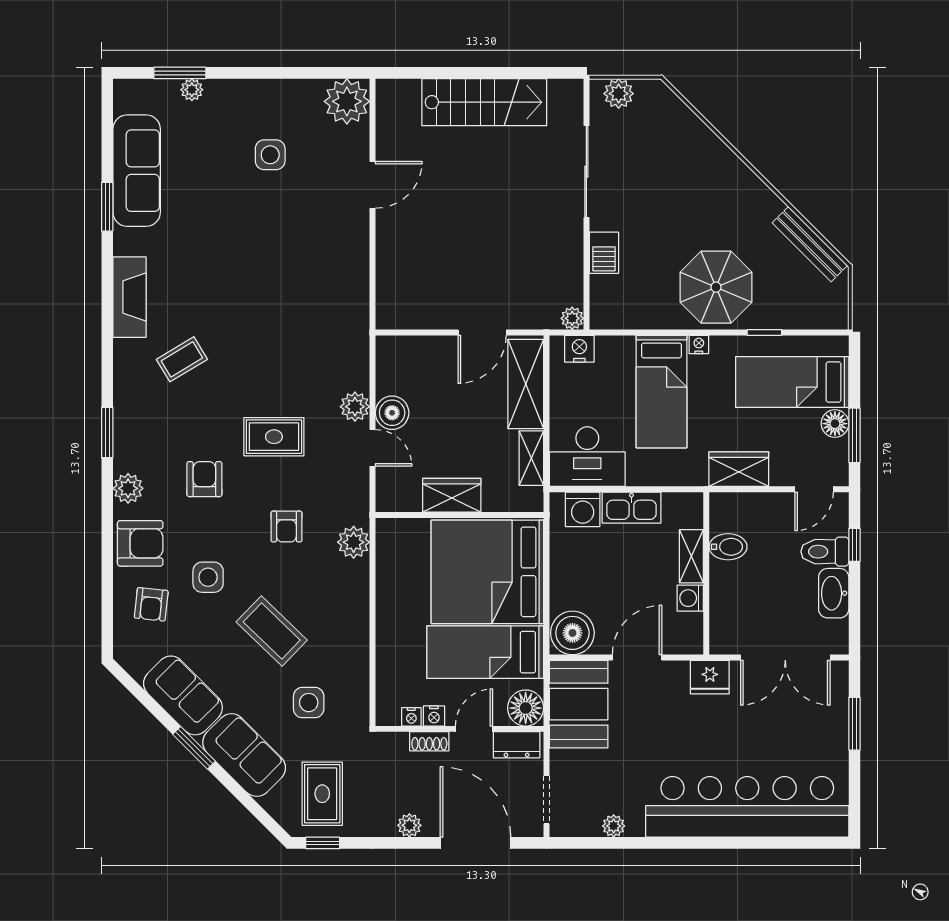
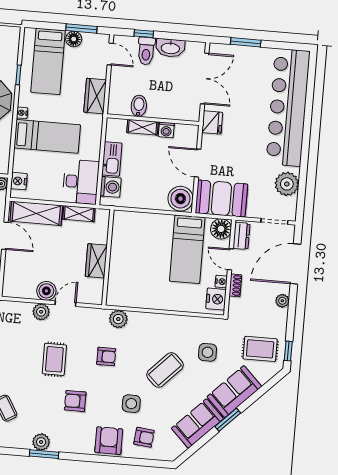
plant: (128, 488) -> (41, 442), moved
bed: (487, 572) -> (142, 244), removed
nightstand: (411, 717) -> (216, 299), width x1.89, depth x1.79
plant: (614, 826) -> (287, 184), width x1.87, depth x1.87

